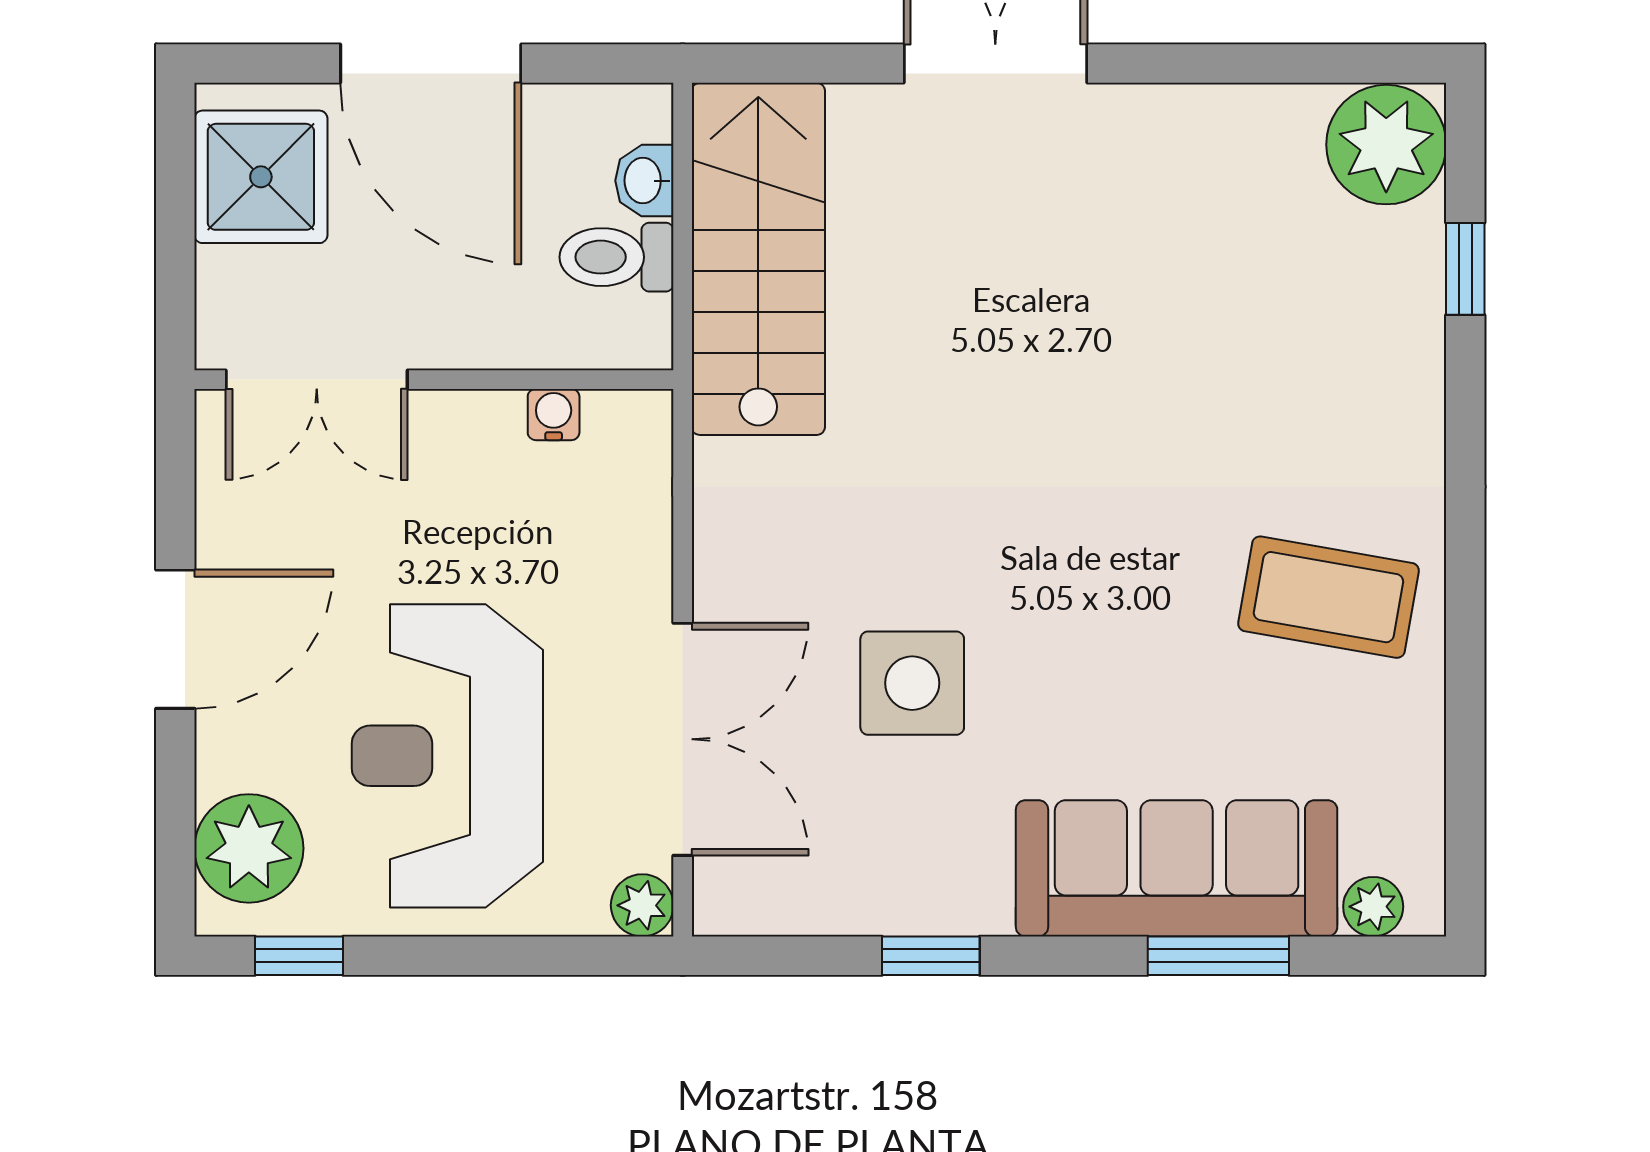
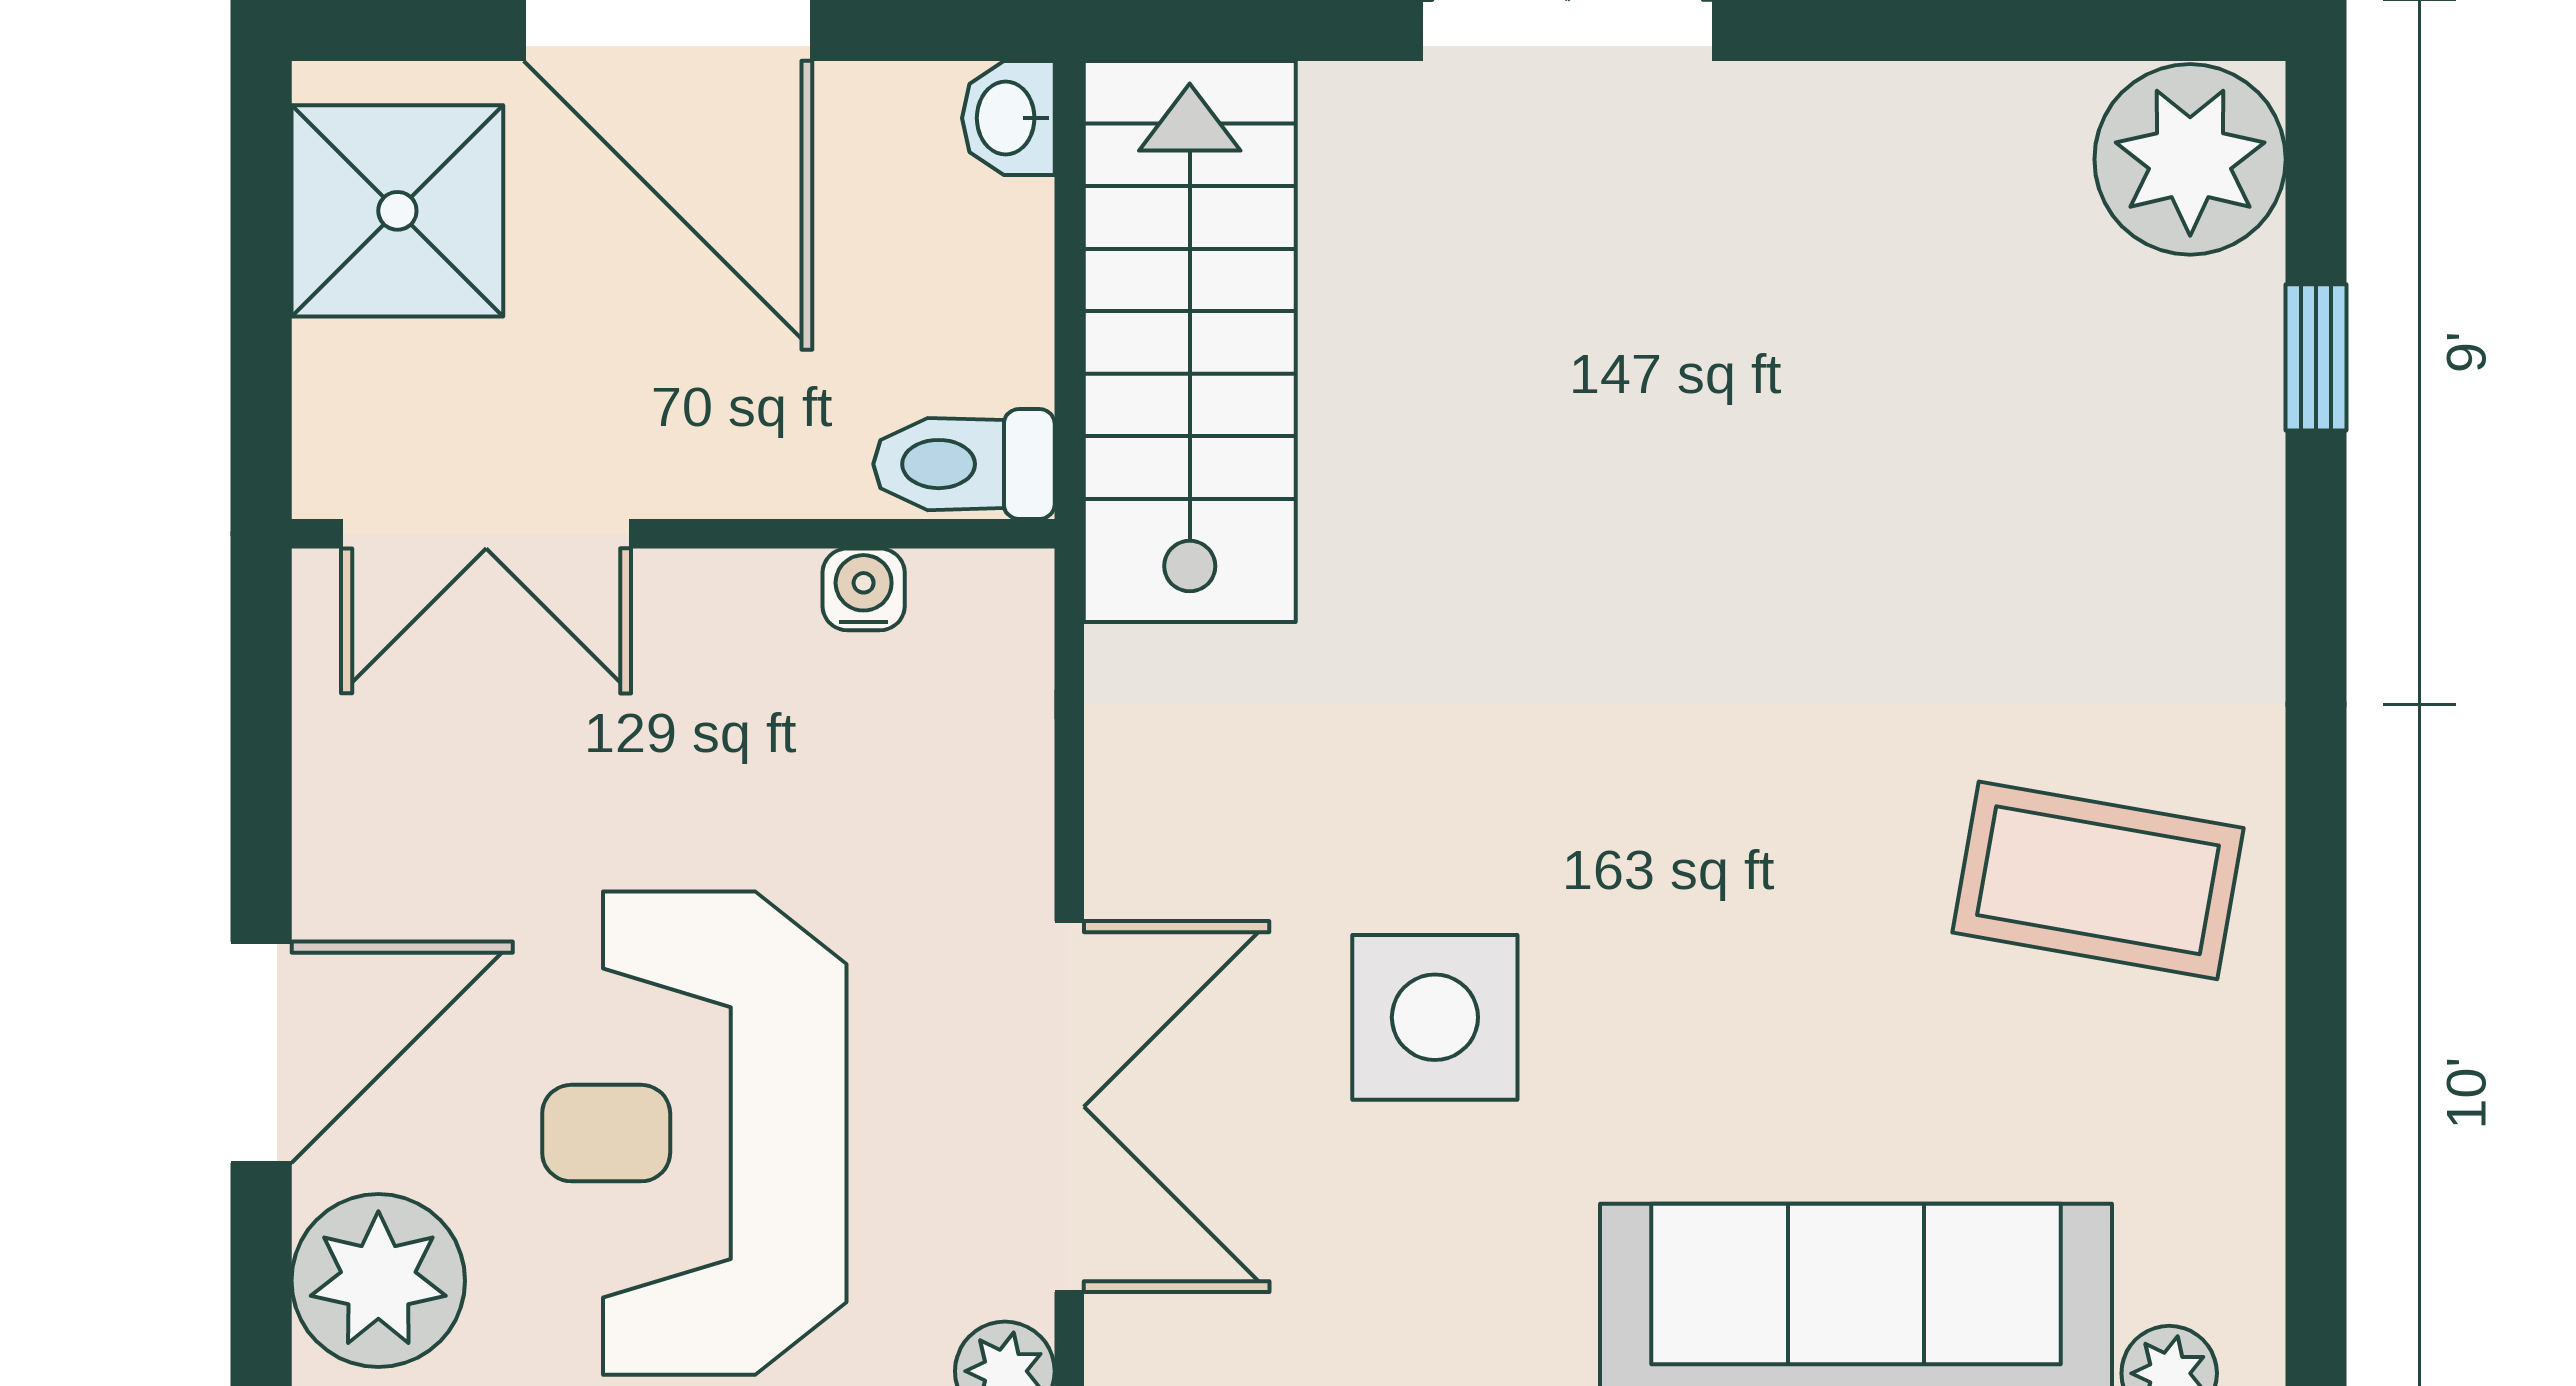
washbasin: (644, 181) -> (1008, 118), moved
toilet: (617, 257) -> (964, 464), moved
door: (175, 639) -> (261, 1052), moved

